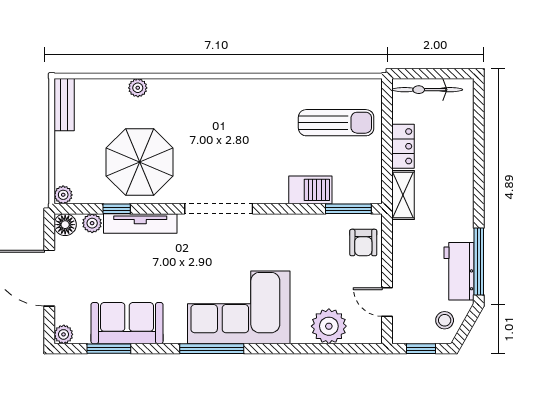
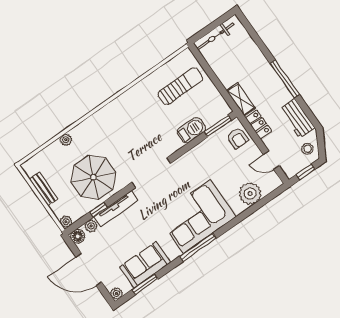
bench: (64, 105) -> (44, 189), moved
locker: (403, 146) -> (258, 124), moved
window: (479, 261) -> (285, 79), moved

